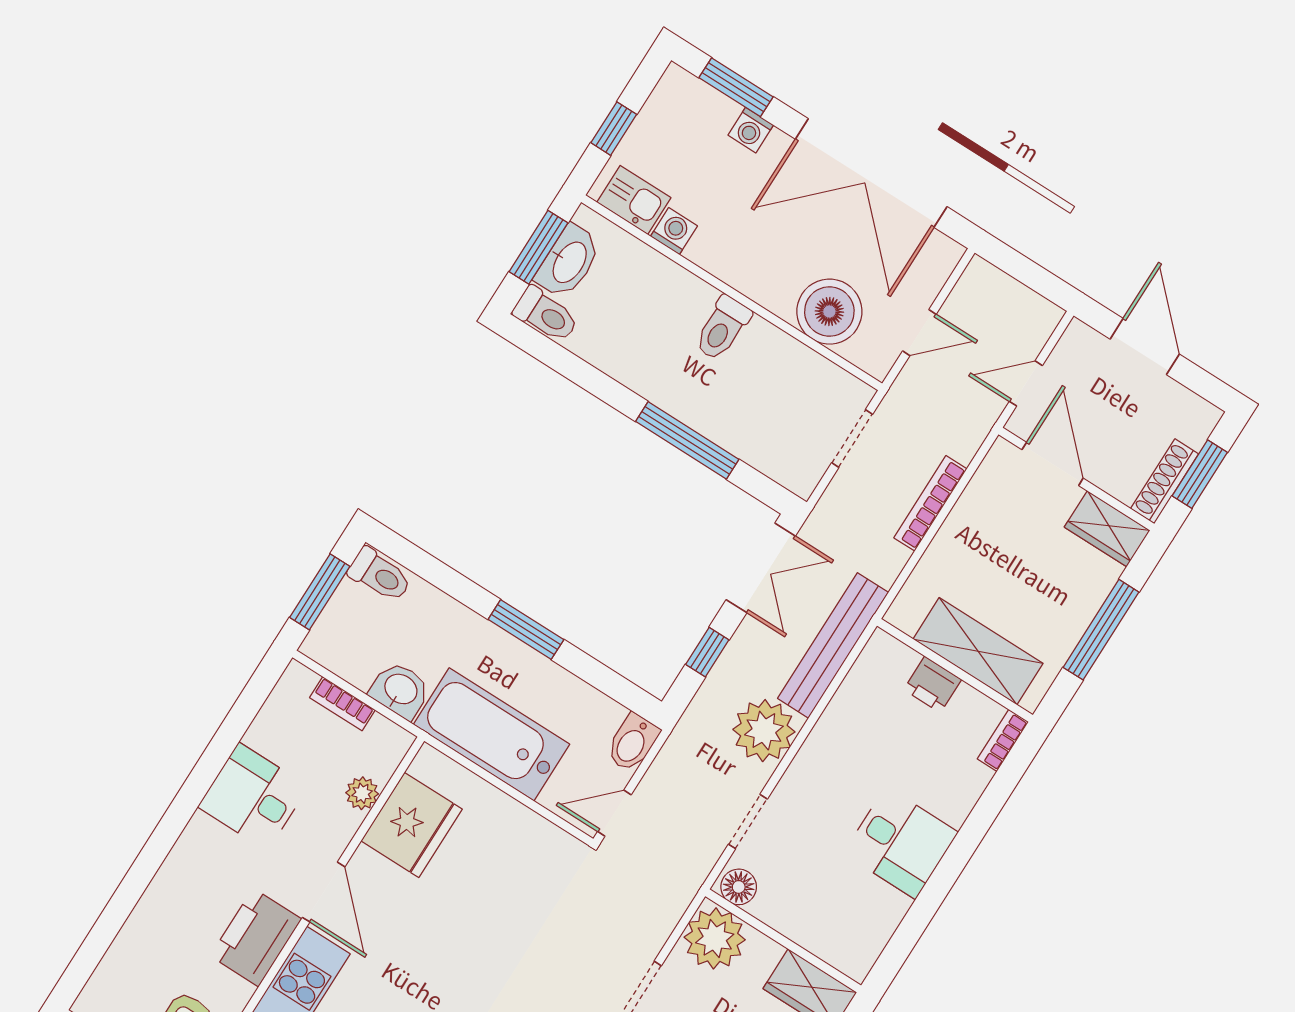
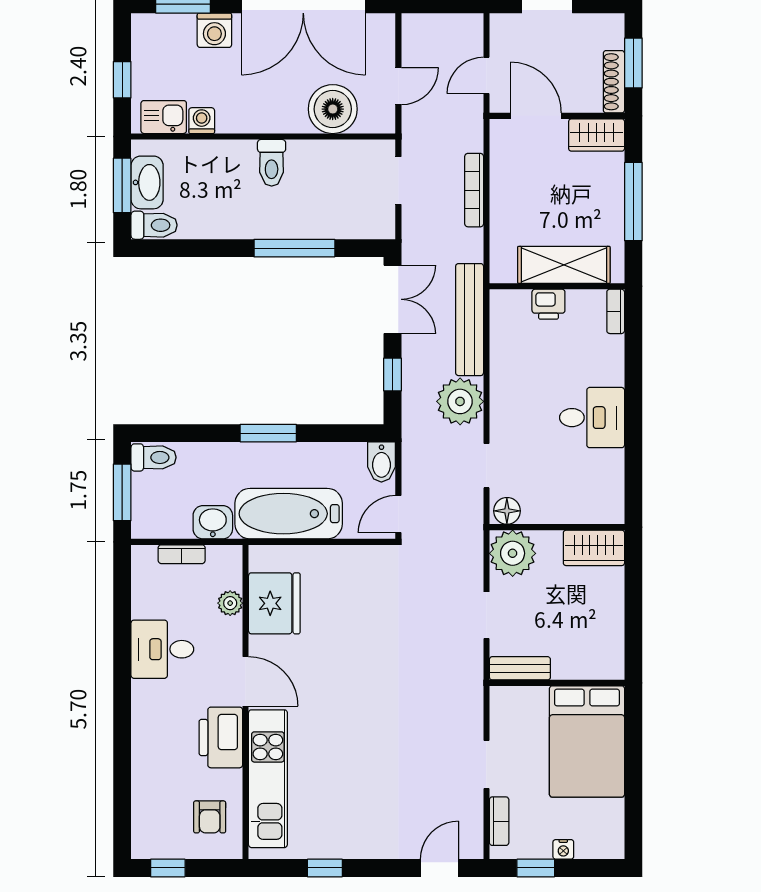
washing machine: (751, 130) -> (214, 30), width x1.38, depth x1.38

